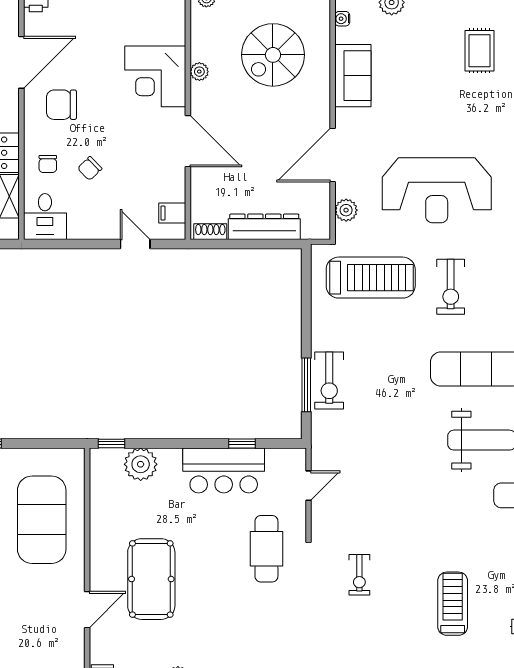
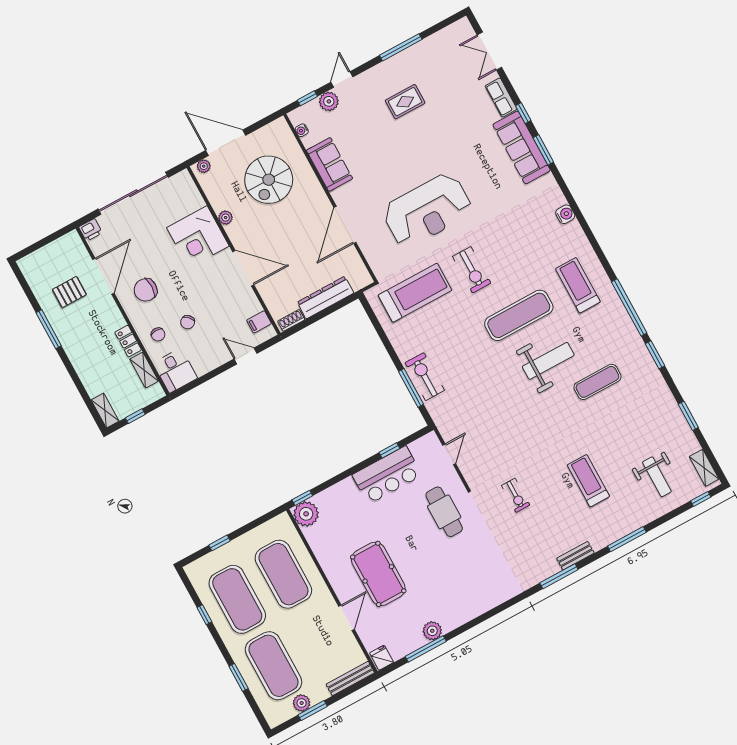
rug: (480, 51) -> (405, 102), turned 90
plant: (346, 210) -> (374, 257), removed
exercise bike: (329, 380) -> (425, 377), turned 180
plant: (141, 464) -> (306, 514), moved

